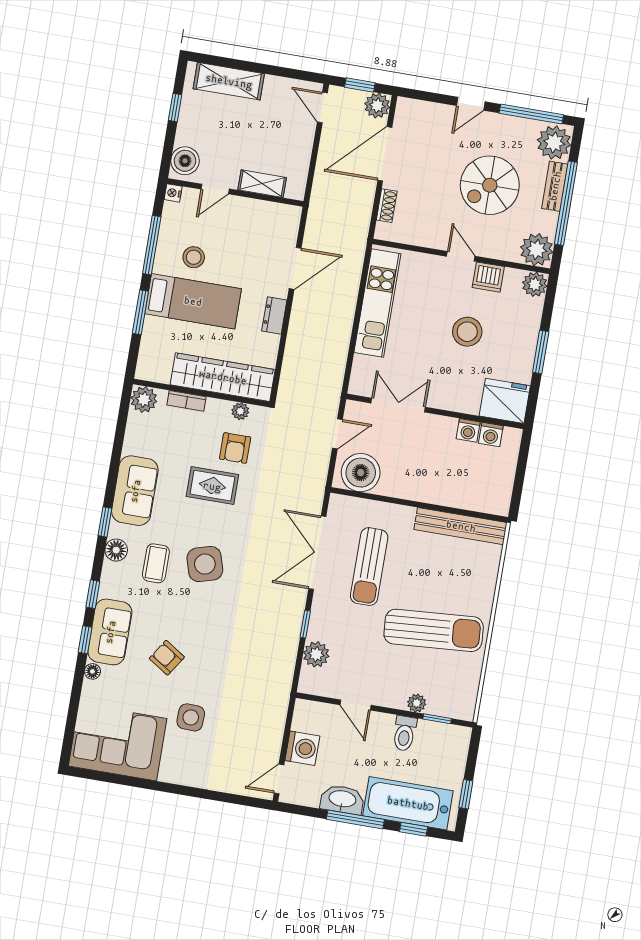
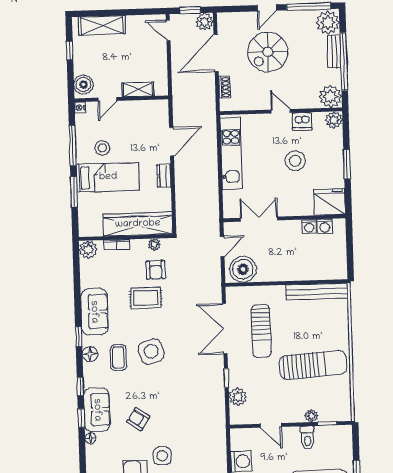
spiral stairs: (490, 185) -> (268, 52), moved

